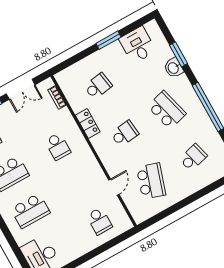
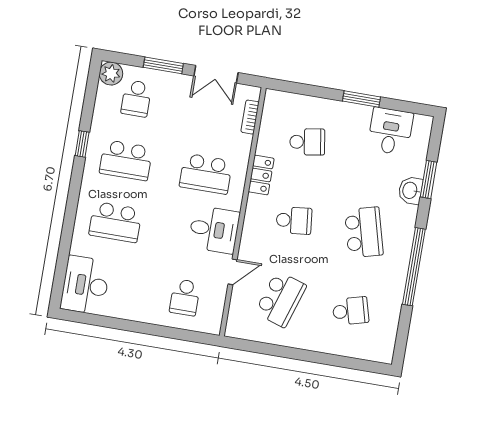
school desk: (58, 146) -> (206, 174), width x1.85
desk: (86, 173) -> (214, 230), added

